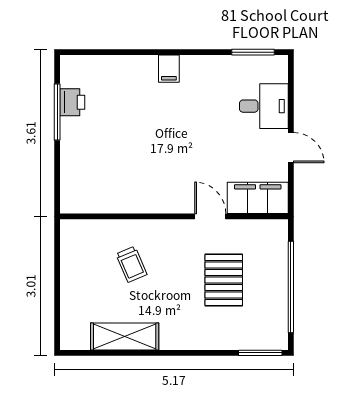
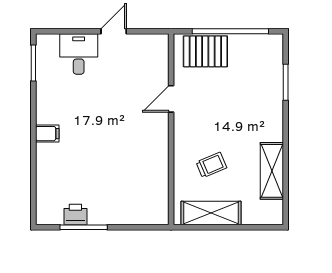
filing cabinet: (258, 198) -> (156, 59), removed
shelving: (74, 264) -> (211, 213), added
pallet: (224, 280) -> (205, 51), moved
window: (260, 353) -> (286, 82), moved

